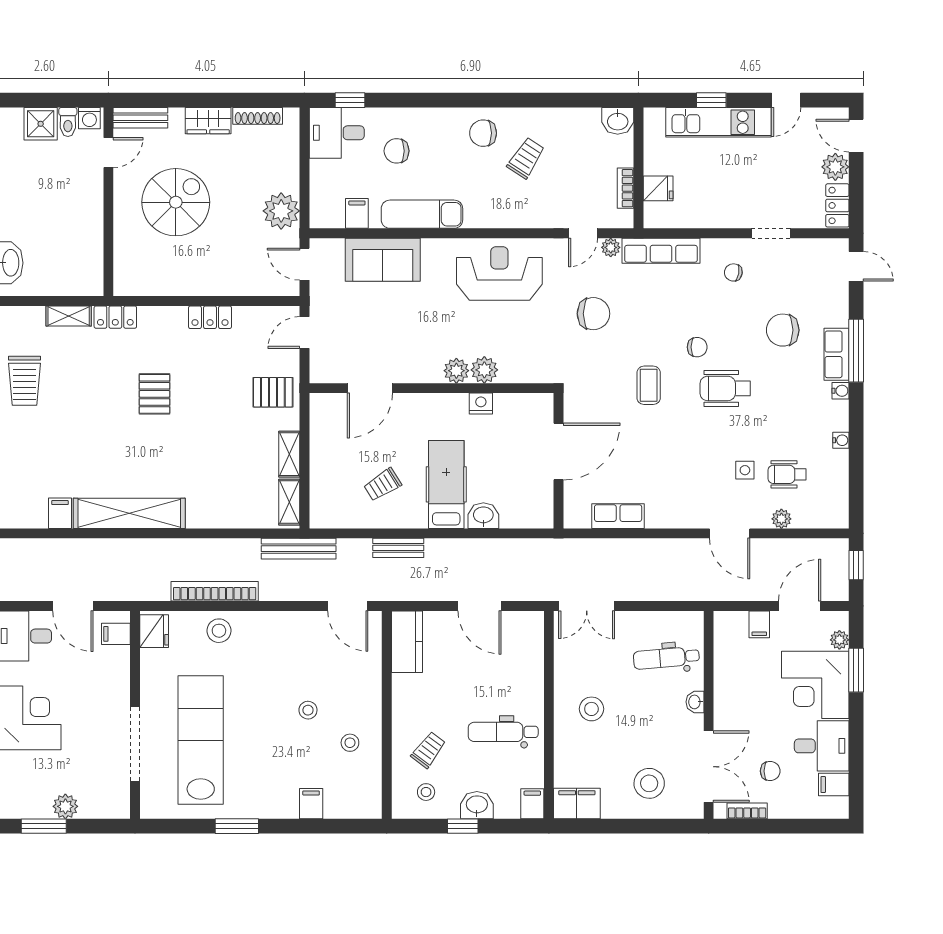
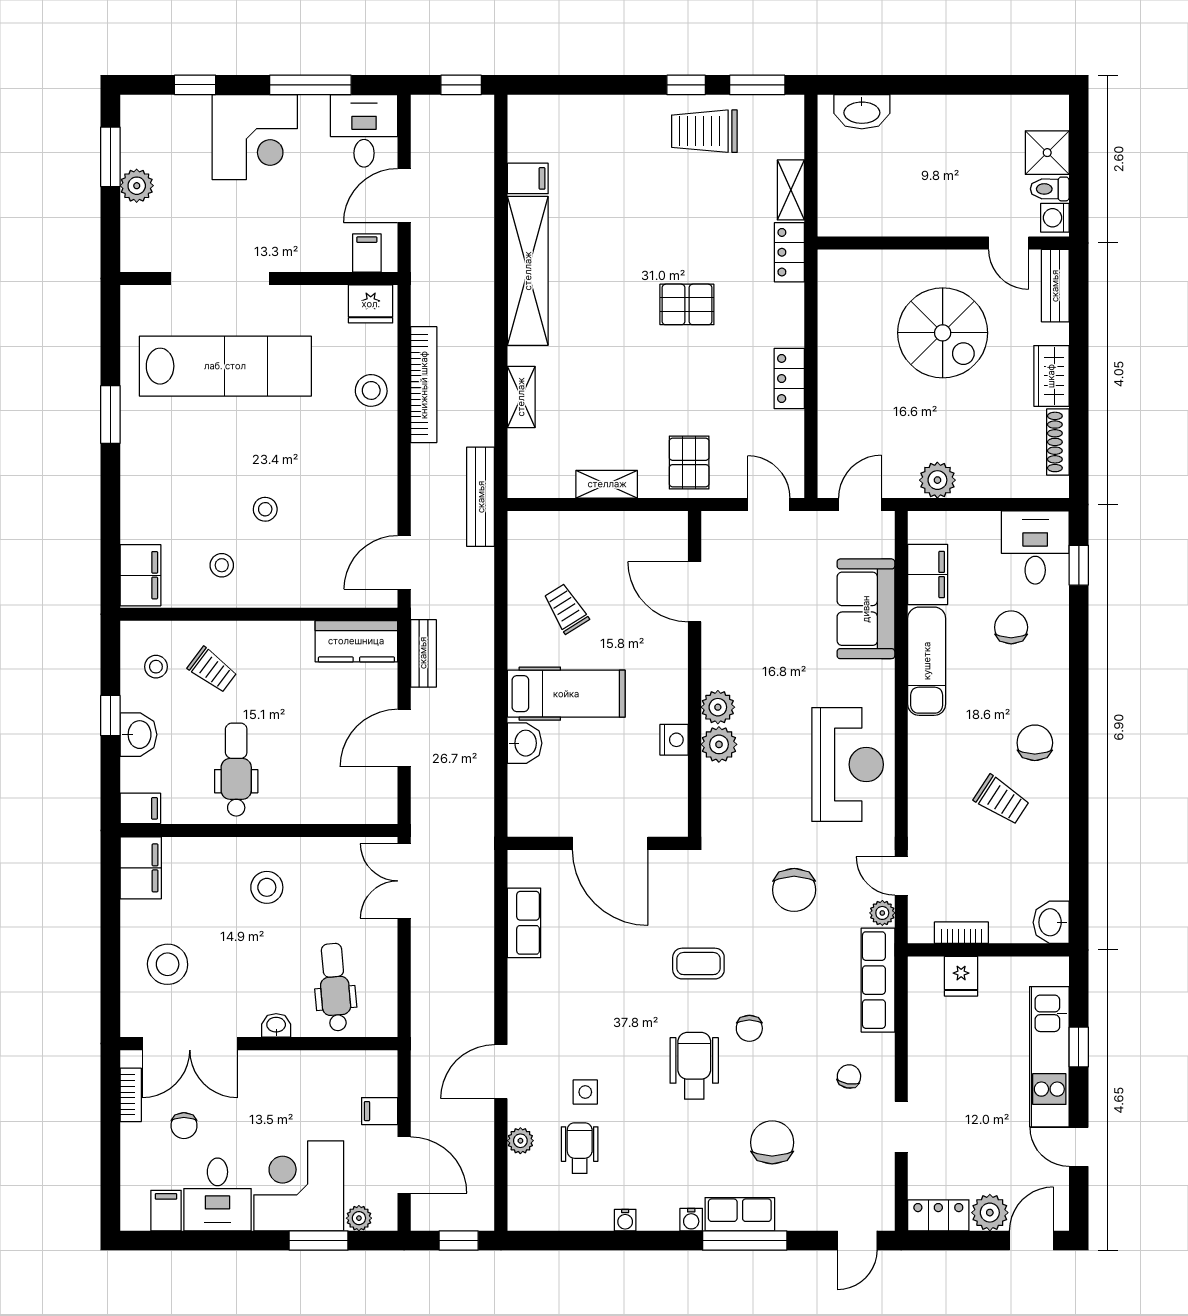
plant: (281, 211) -> (937, 480), width x0.73, depth x0.73
filing cabinet: (357, 213) -> (928, 574), width x2.00
shelving: (289, 502) -> (521, 397), moved, turned 90
bench: (398, 548) -> (423, 653), moved
filing cabinet: (311, 804) -> (140, 575), moved, width x2.00

